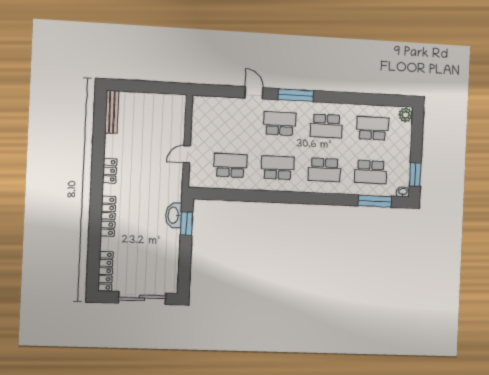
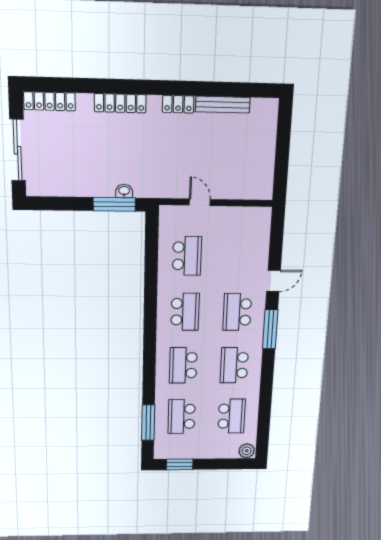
bench: (112, 112) -> (223, 105), moved
school desk: (280, 123) -> (237, 312), turned 180
washbasin: (403, 192) -> (160, 452), removed
washbasin: (174, 215) -> (124, 191), width x0.52, depth x0.69
window: (187, 224) -> (114, 204), width x1.44

